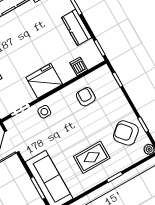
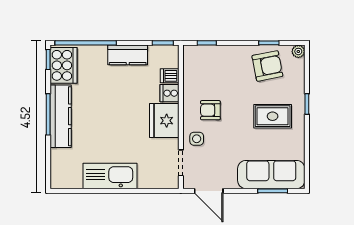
cooker: (66, 73) -> (169, 93), added
armchair: (86, 97) -> (210, 110), moved
armchair: (126, 133) -> (267, 66), turned -151
rug: (92, 157) -> (273, 116), turned 90

